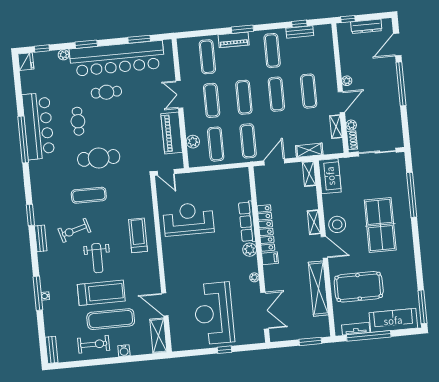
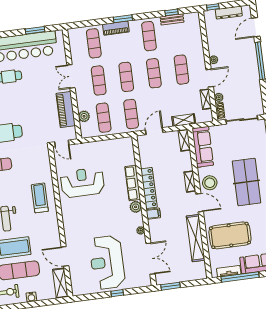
sofa: (330, 176) -> (203, 147), width x1.36
window: (310, 341) -> (170, 286), moved

